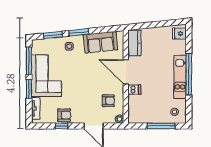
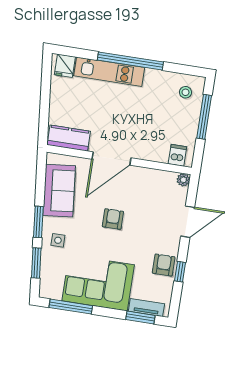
kitchen unit: (180, 77) -> (109, 72), moved
window: (29, 89) -> (140, 317), moved
dishwasher: (134, 90) -> (177, 155), moved
armchair: (108, 101) -> (113, 219), moved

